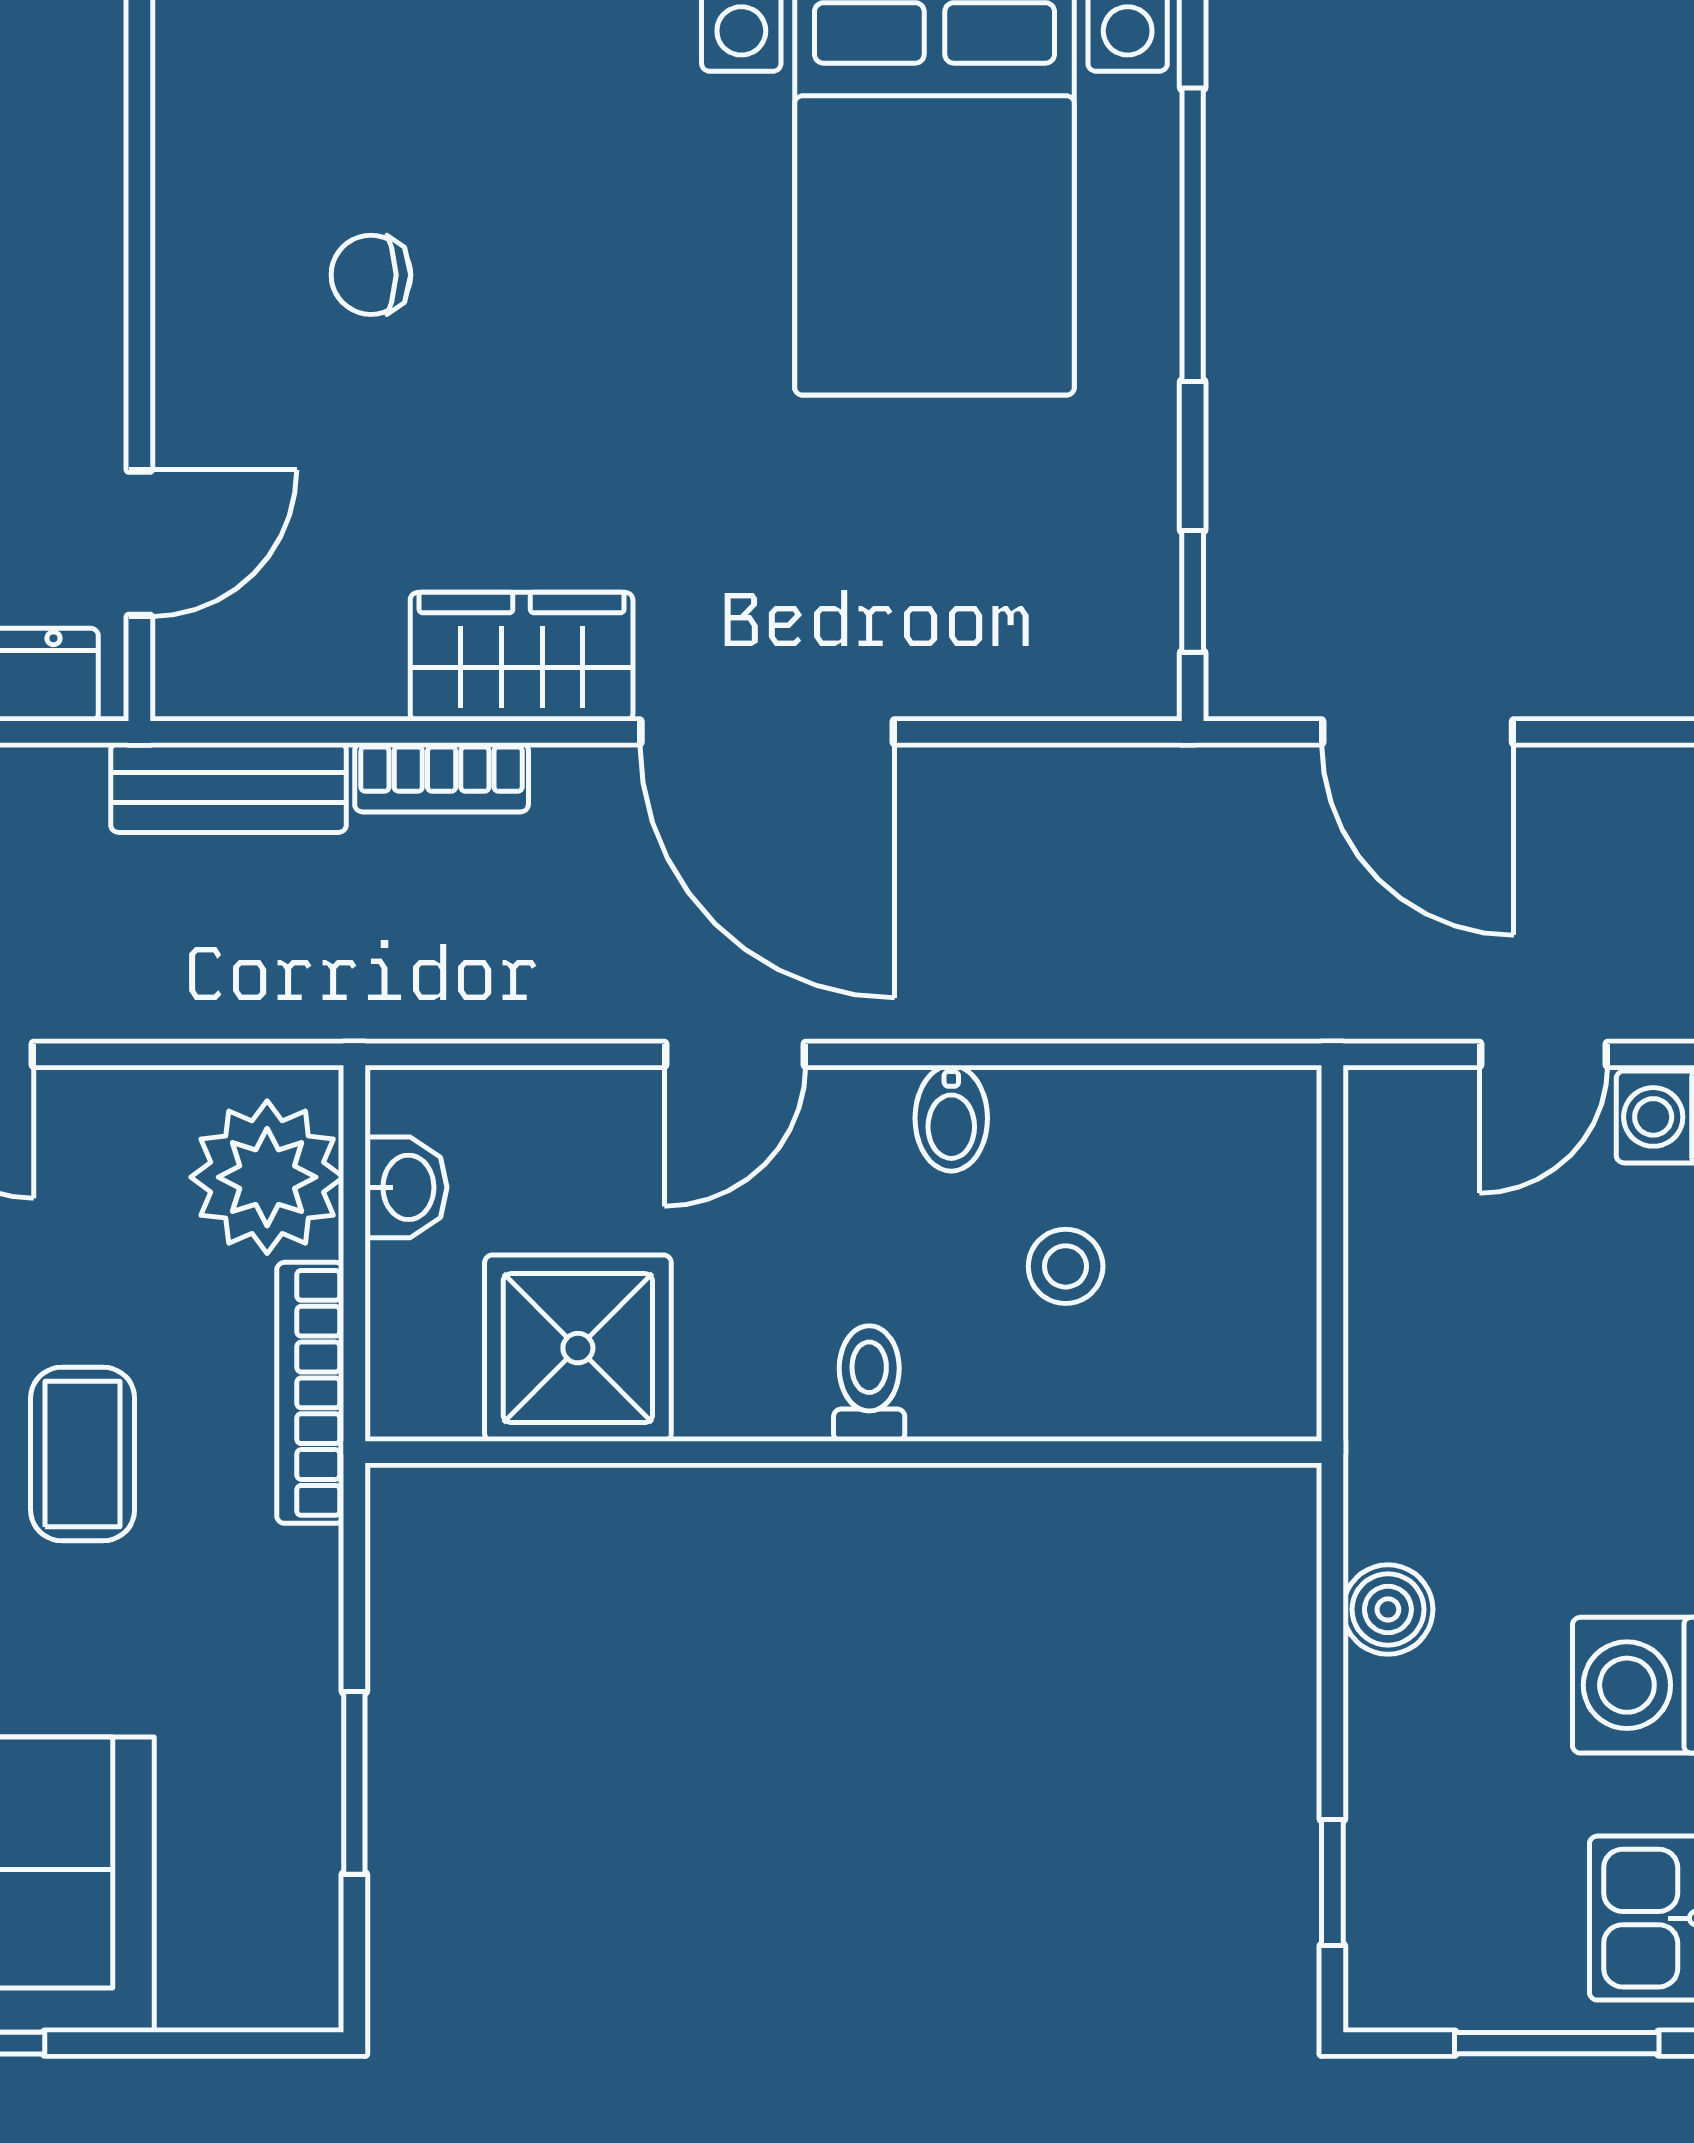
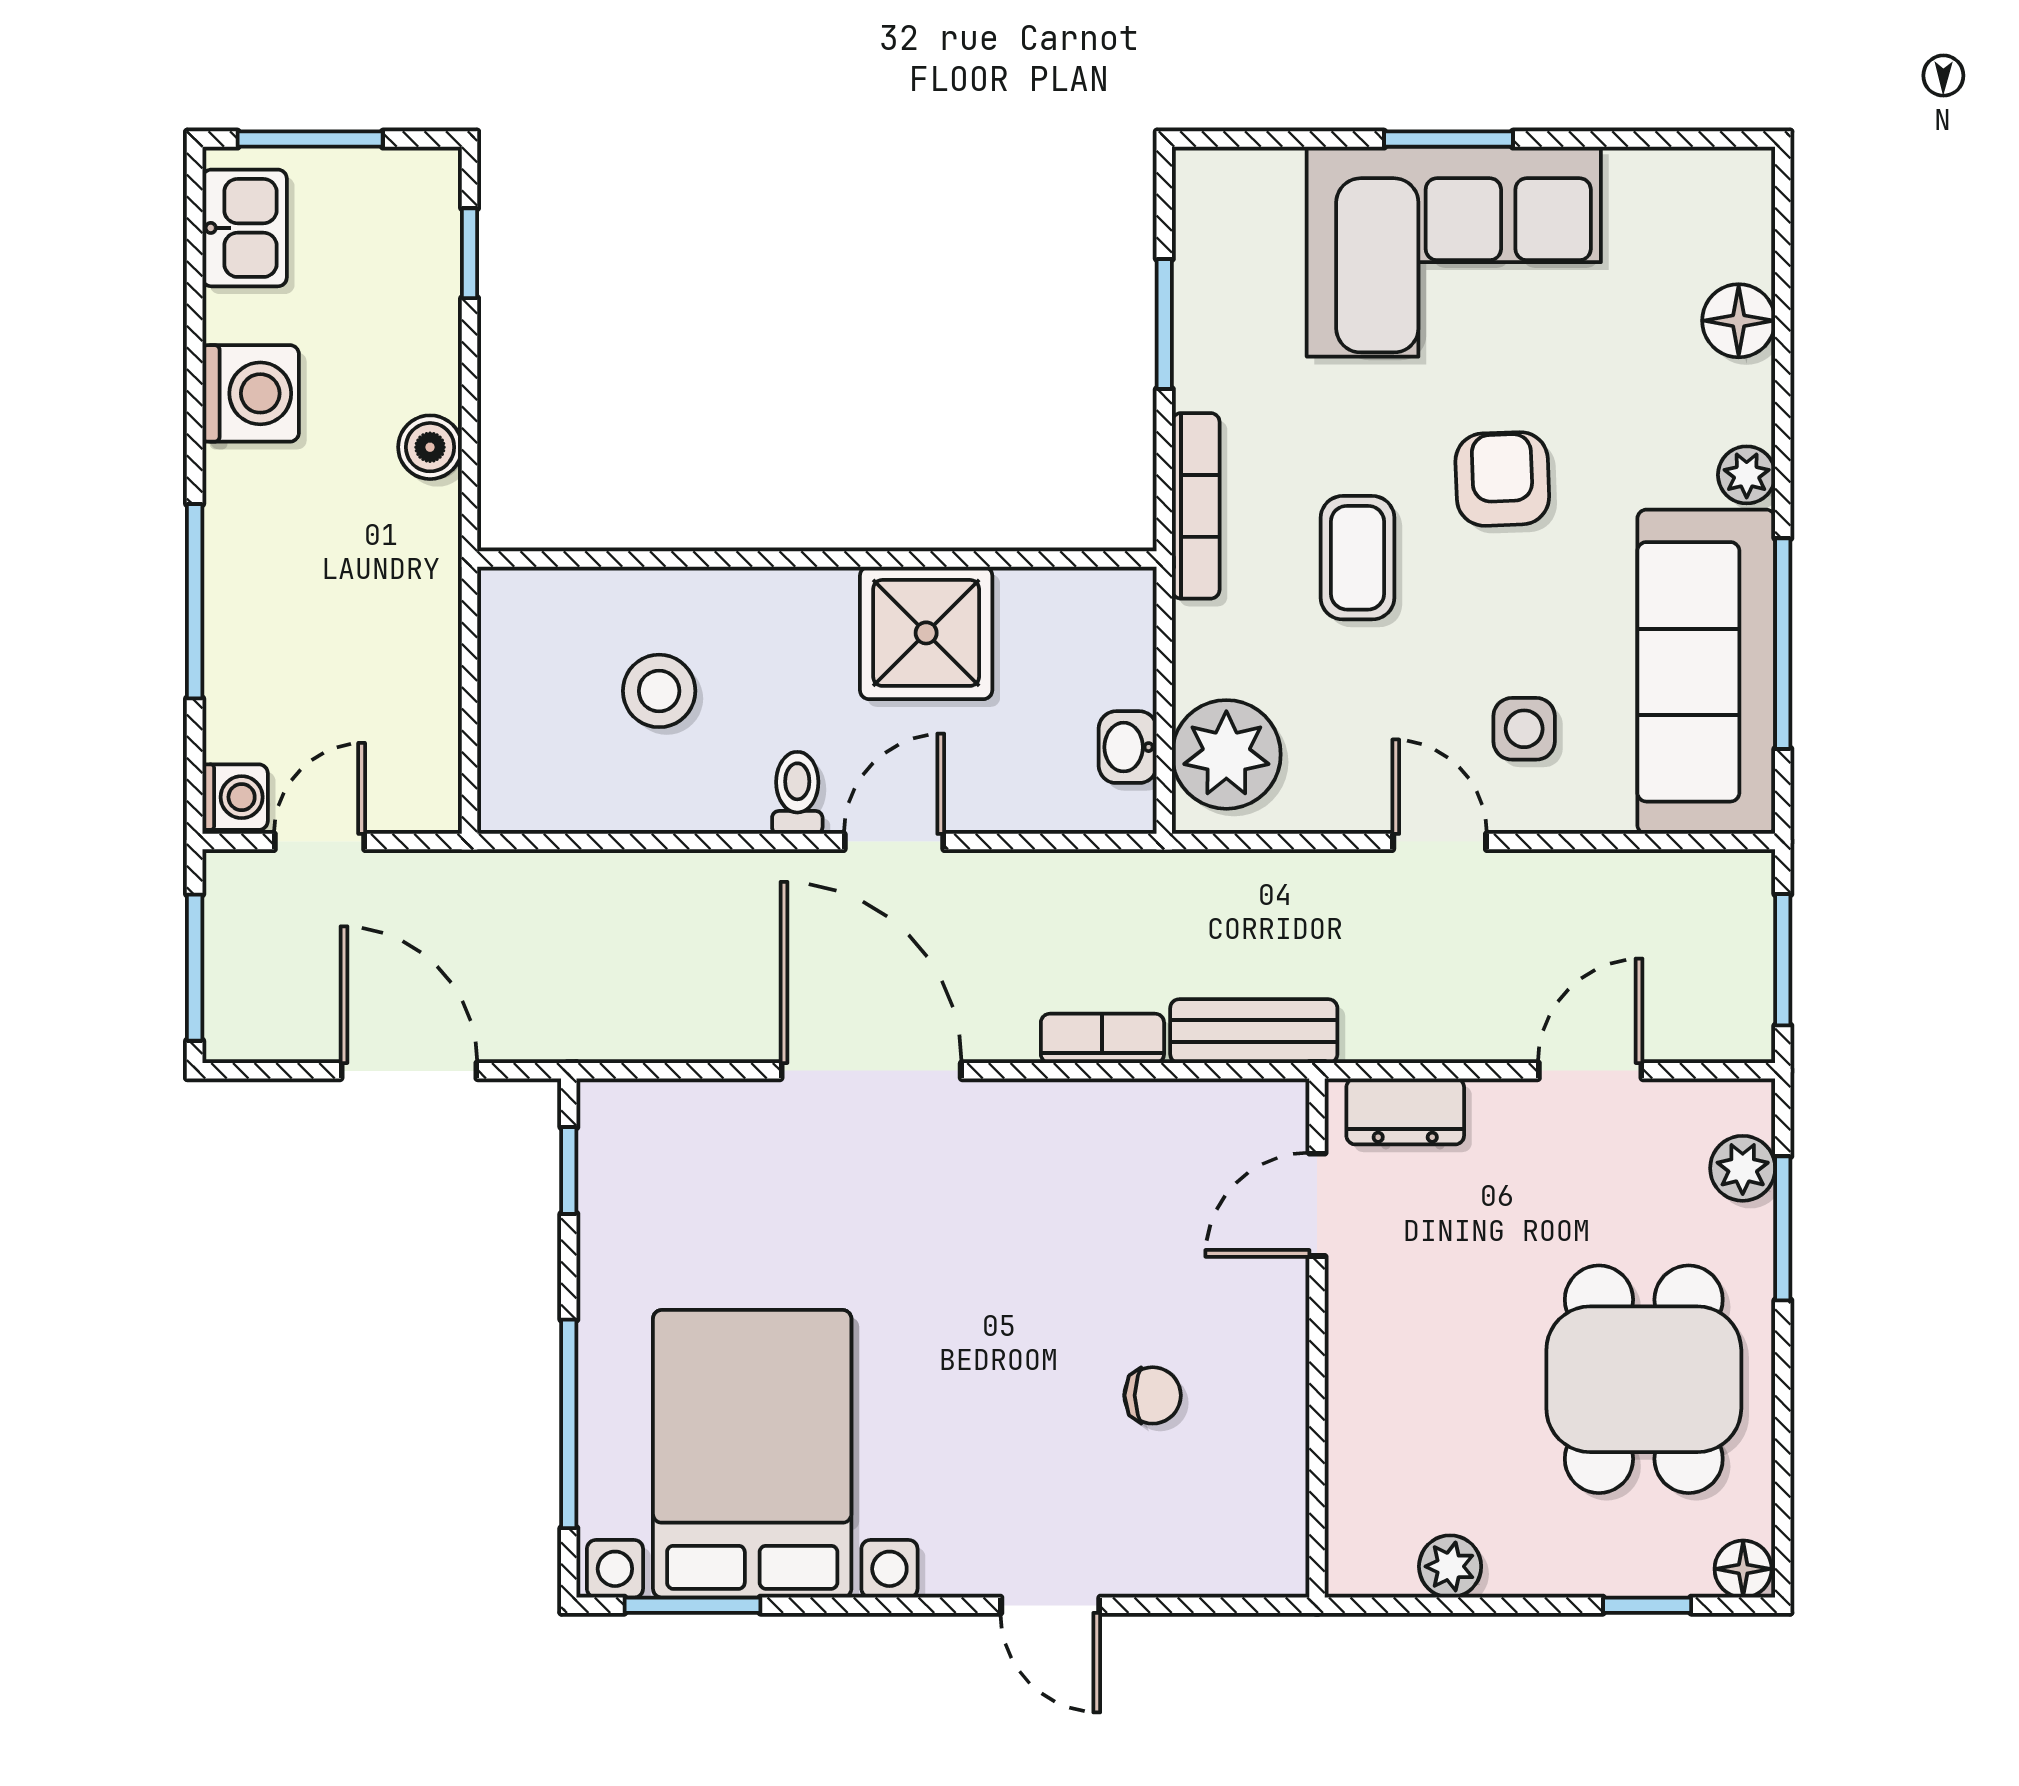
wardrobe: (522, 657) -> (1046, 1124), removed
bidet: (951, 1118) -> (740, 796), removed
stool: (1066, 1266) -> (659, 691), width x1.37, depth x1.37
shower: (578, 1348) -> (926, 633), moved
toilet: (869, 1383) -> (797, 793), moved, turned 180
bookcase: (310, 1393) -> (1196, 506), moved

